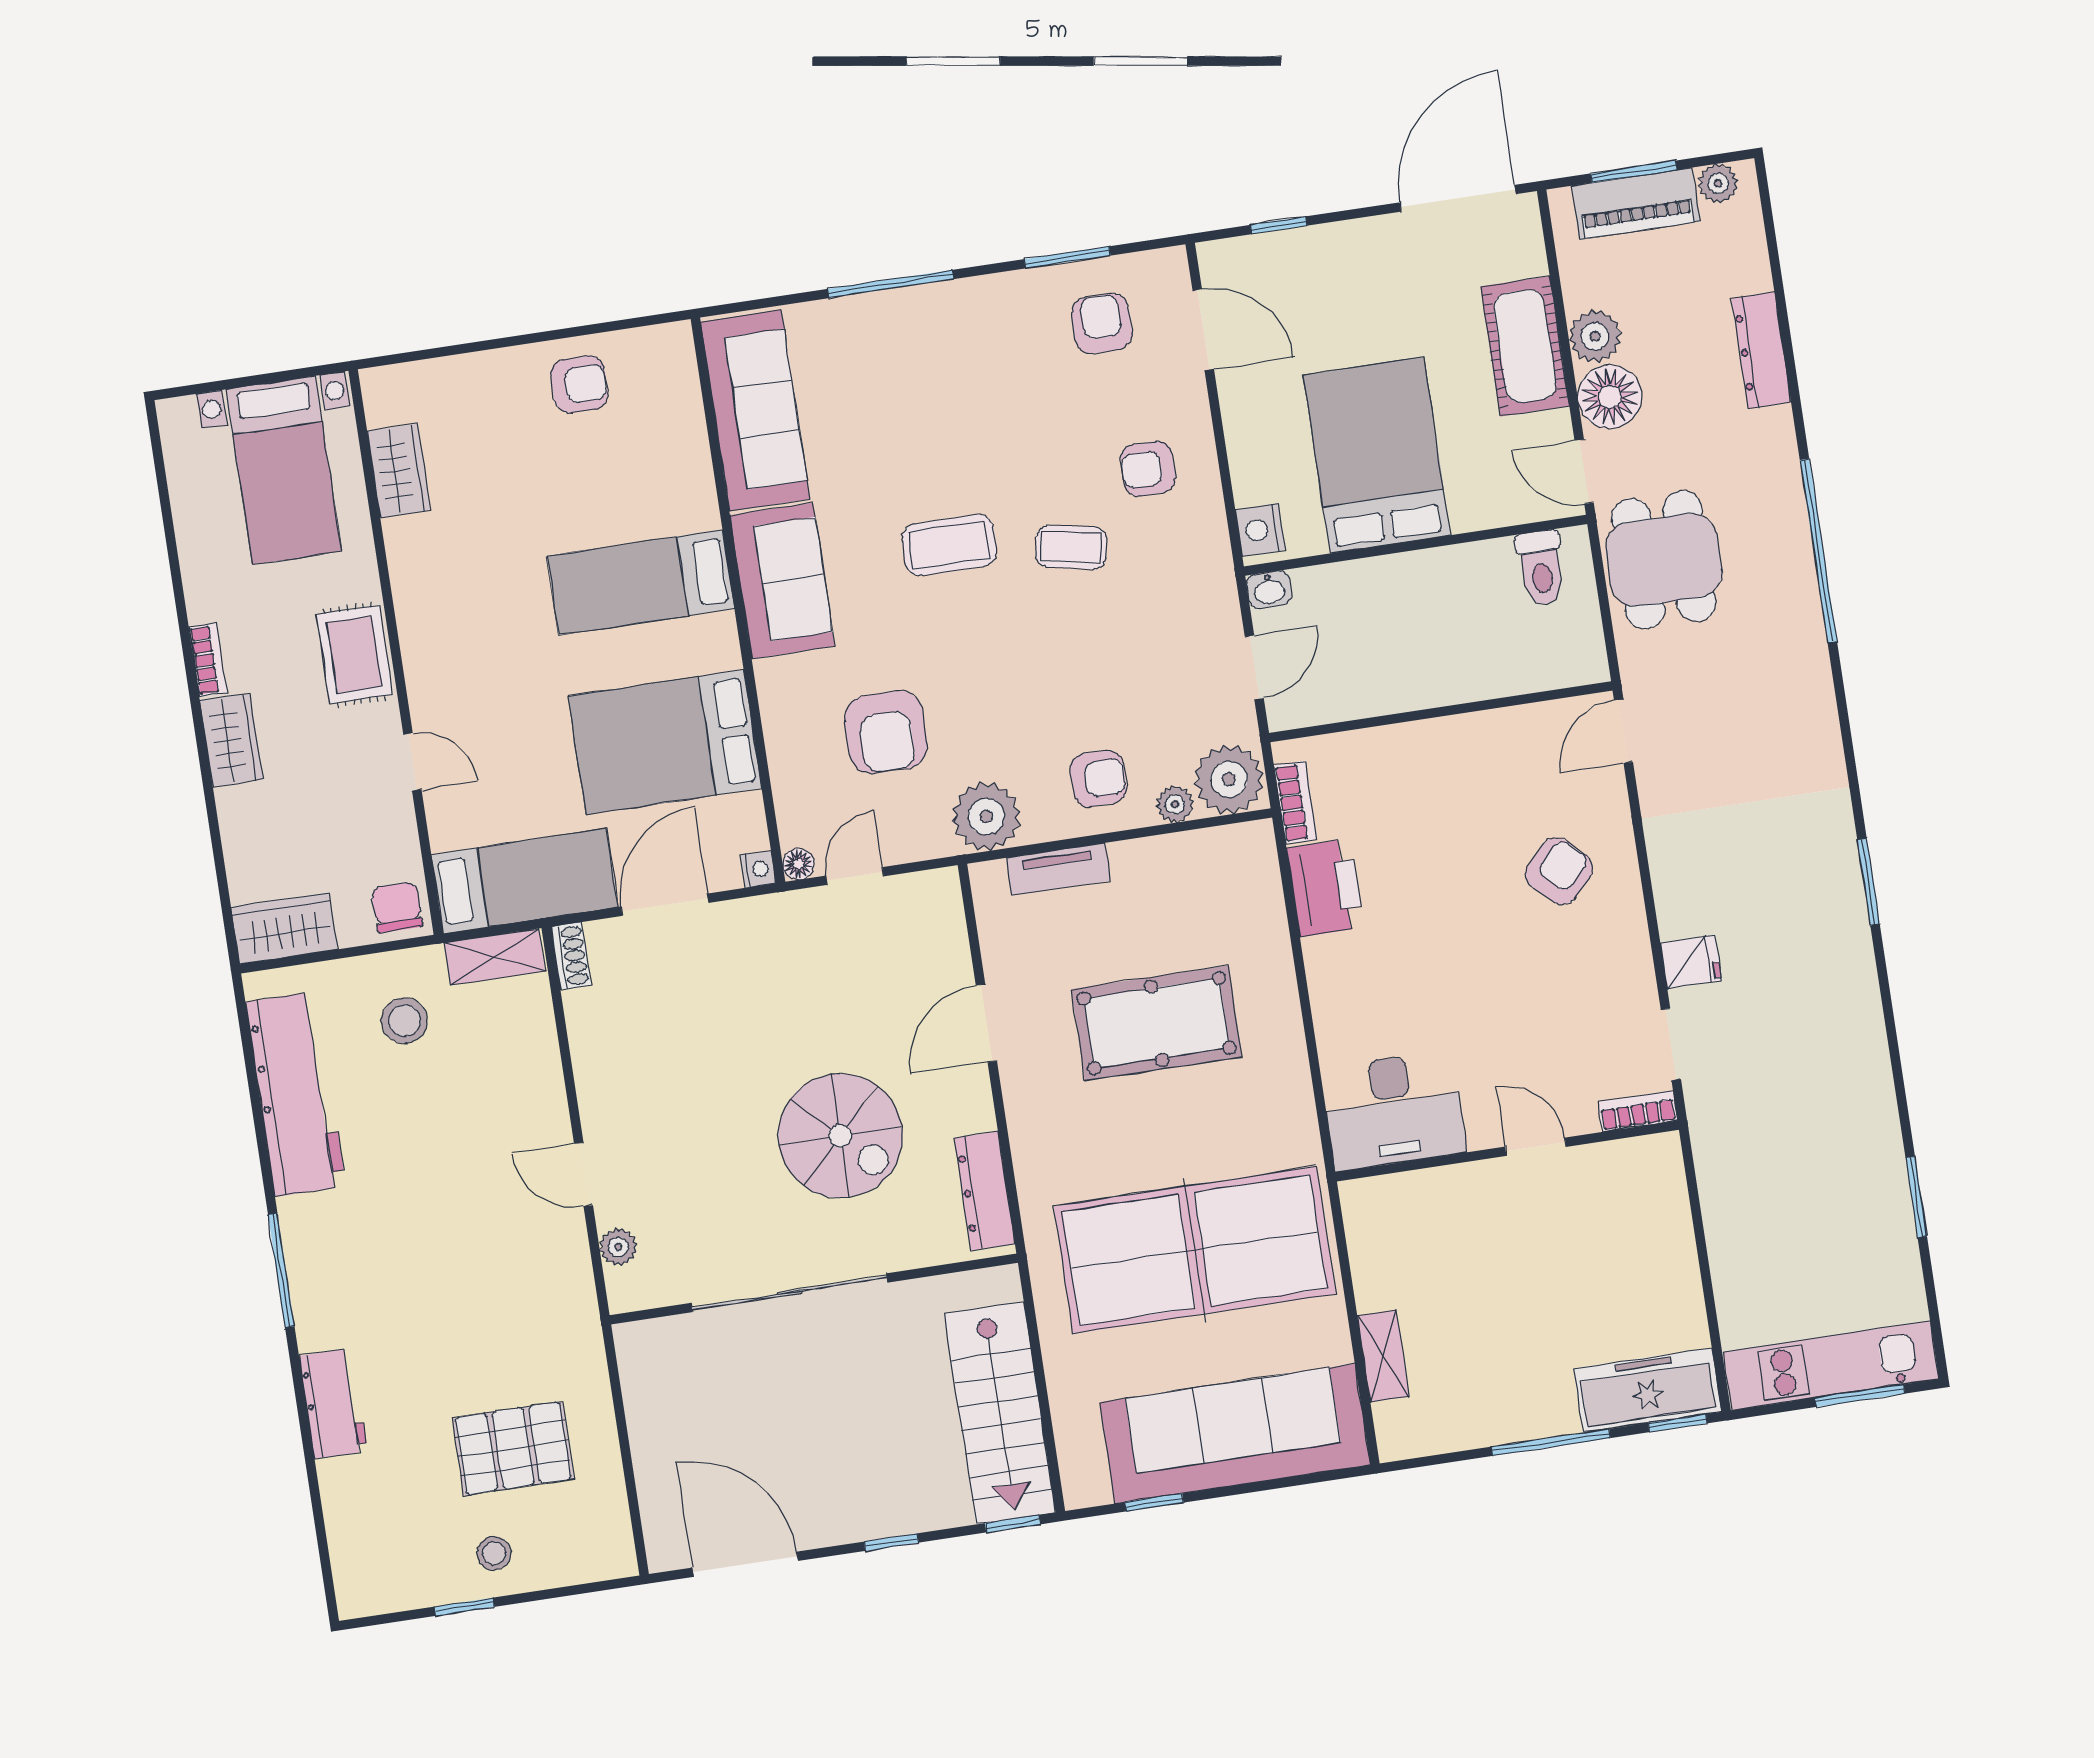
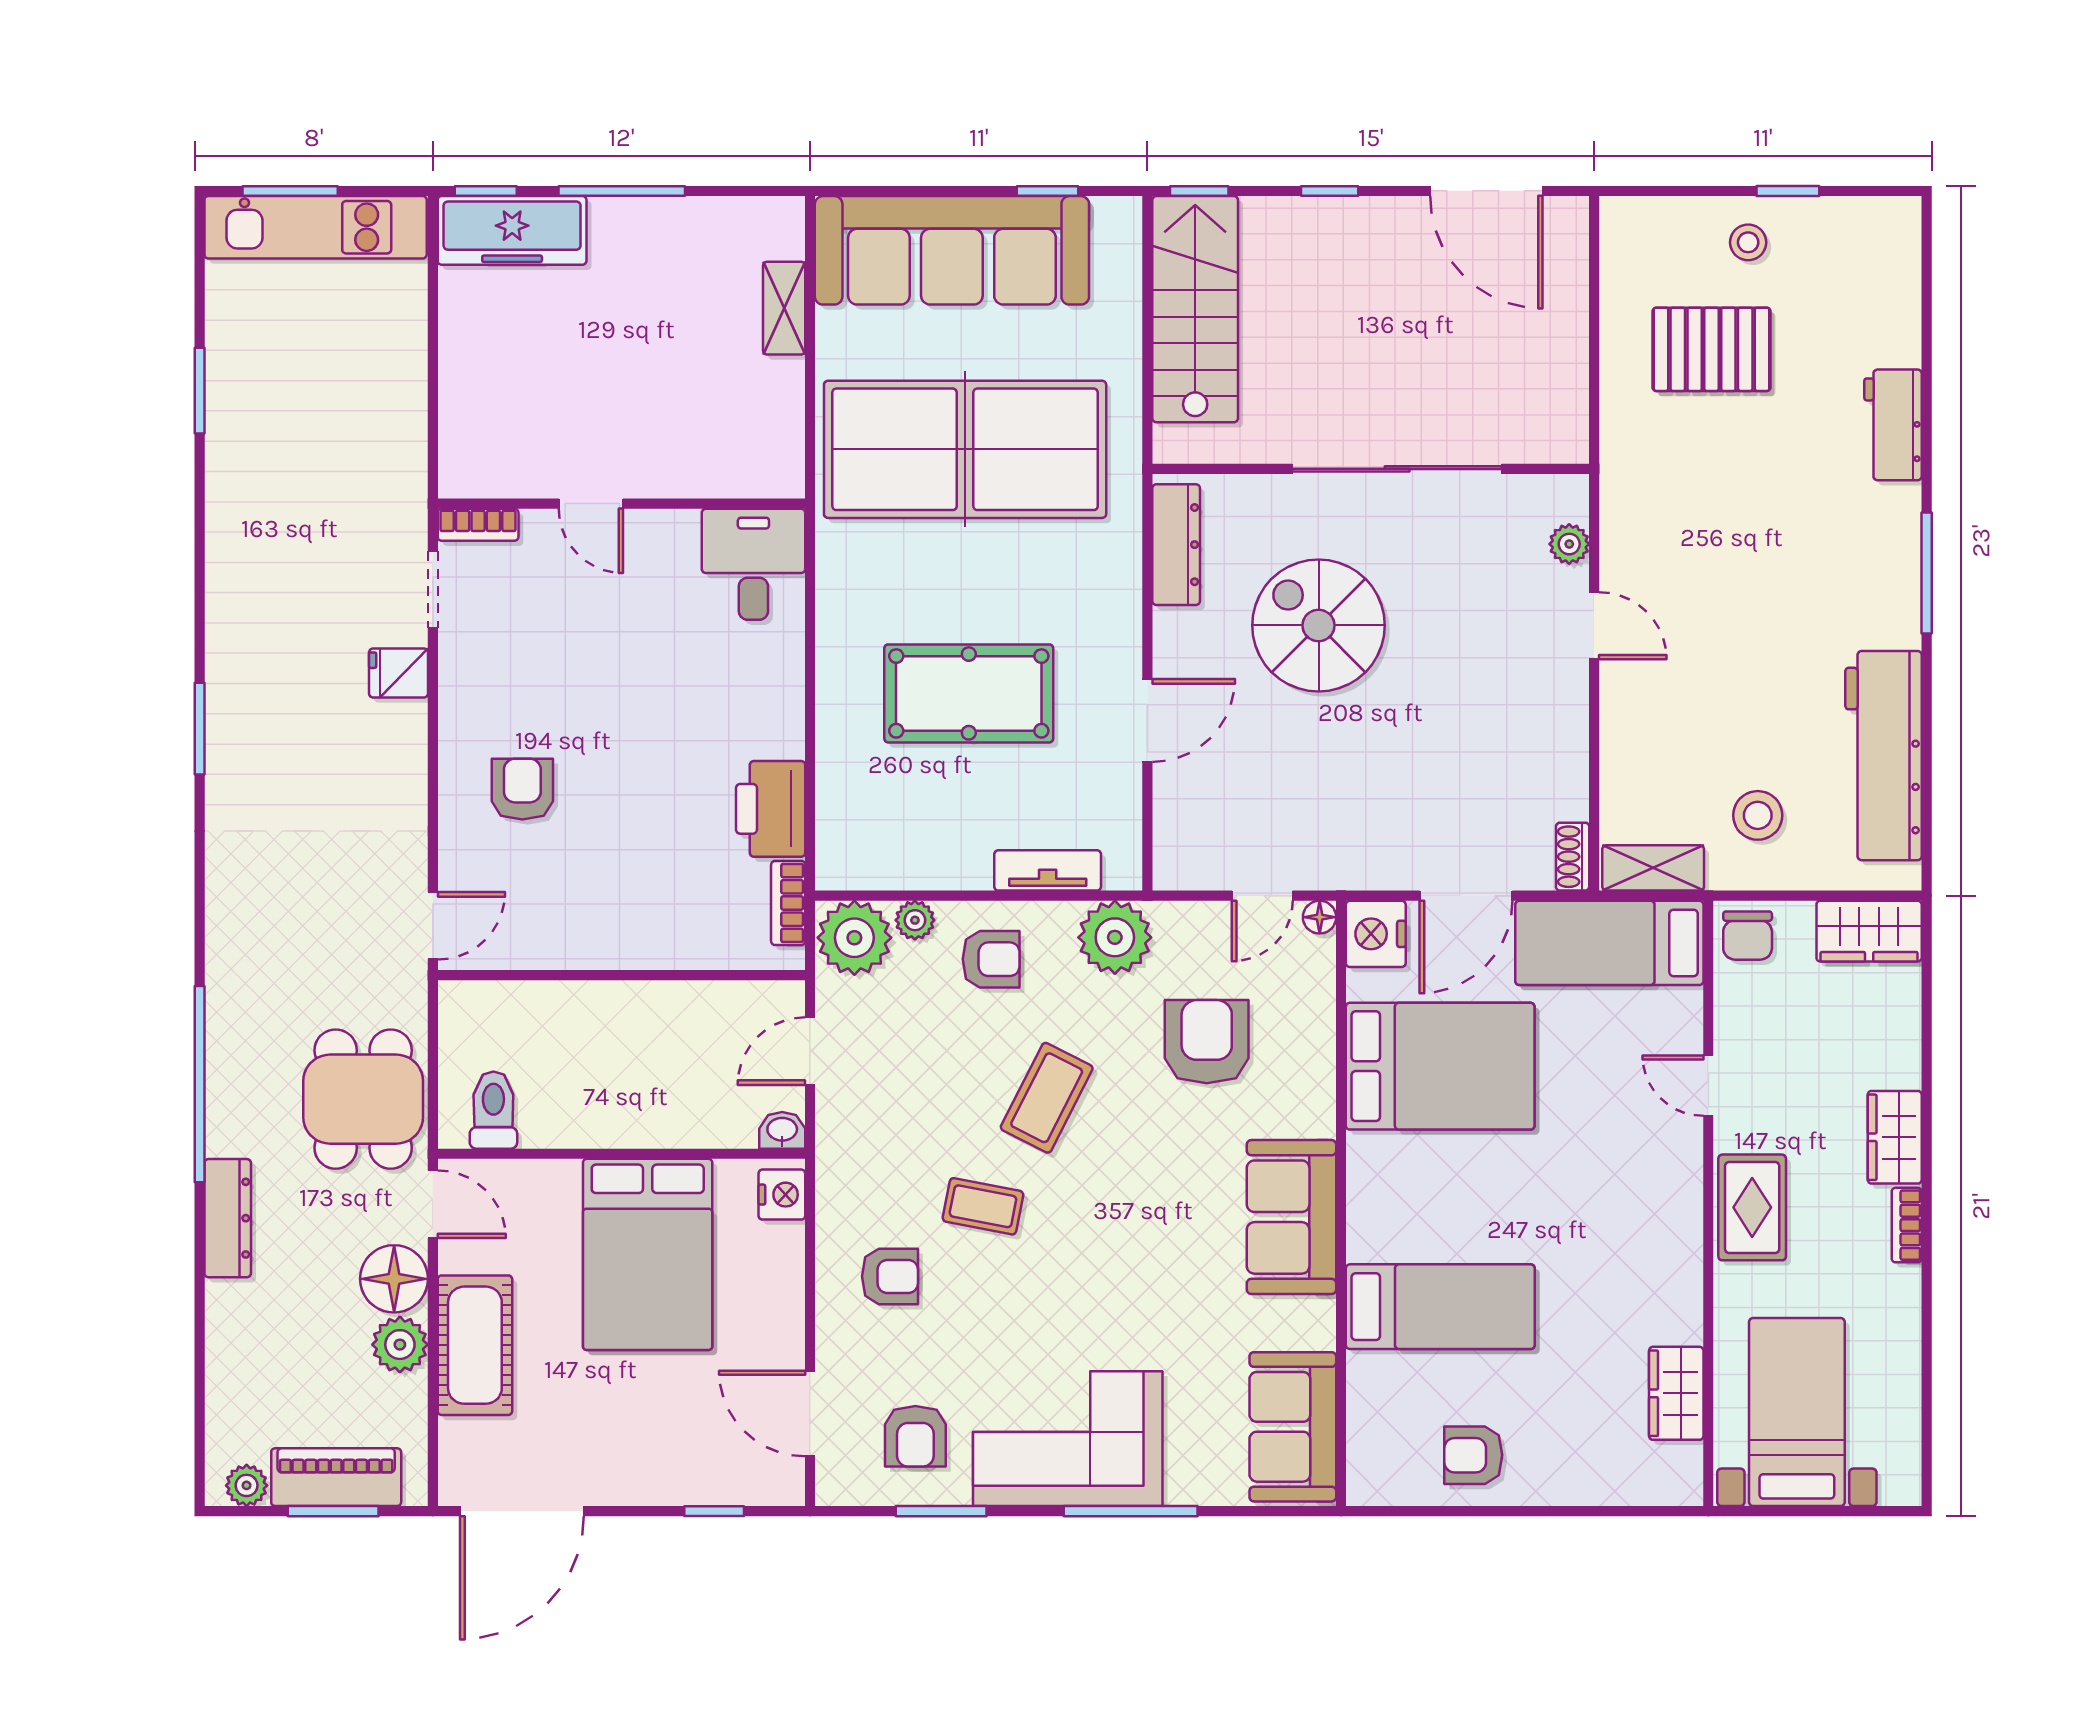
corner sofa: (959, 343) -> (1068, 1439), added
dresser: (1761, 350) -> (228, 1218), moved
sofa: (755, 411) -> (1293, 1427), width x0.73
coffee table: (949, 545) -> (1047, 1098), moved, turned -63
bed: (641, 582) -> (1440, 1307), moved
armchair: (1098, 779) -> (991, 959), turned 180
nightstand: (758, 869) -> (1376, 934), width x1.89, depth x1.79
armchair: (1559, 871) -> (522, 789), turned 136
desk: (1394, 1110) -> (753, 564), width x0.73

